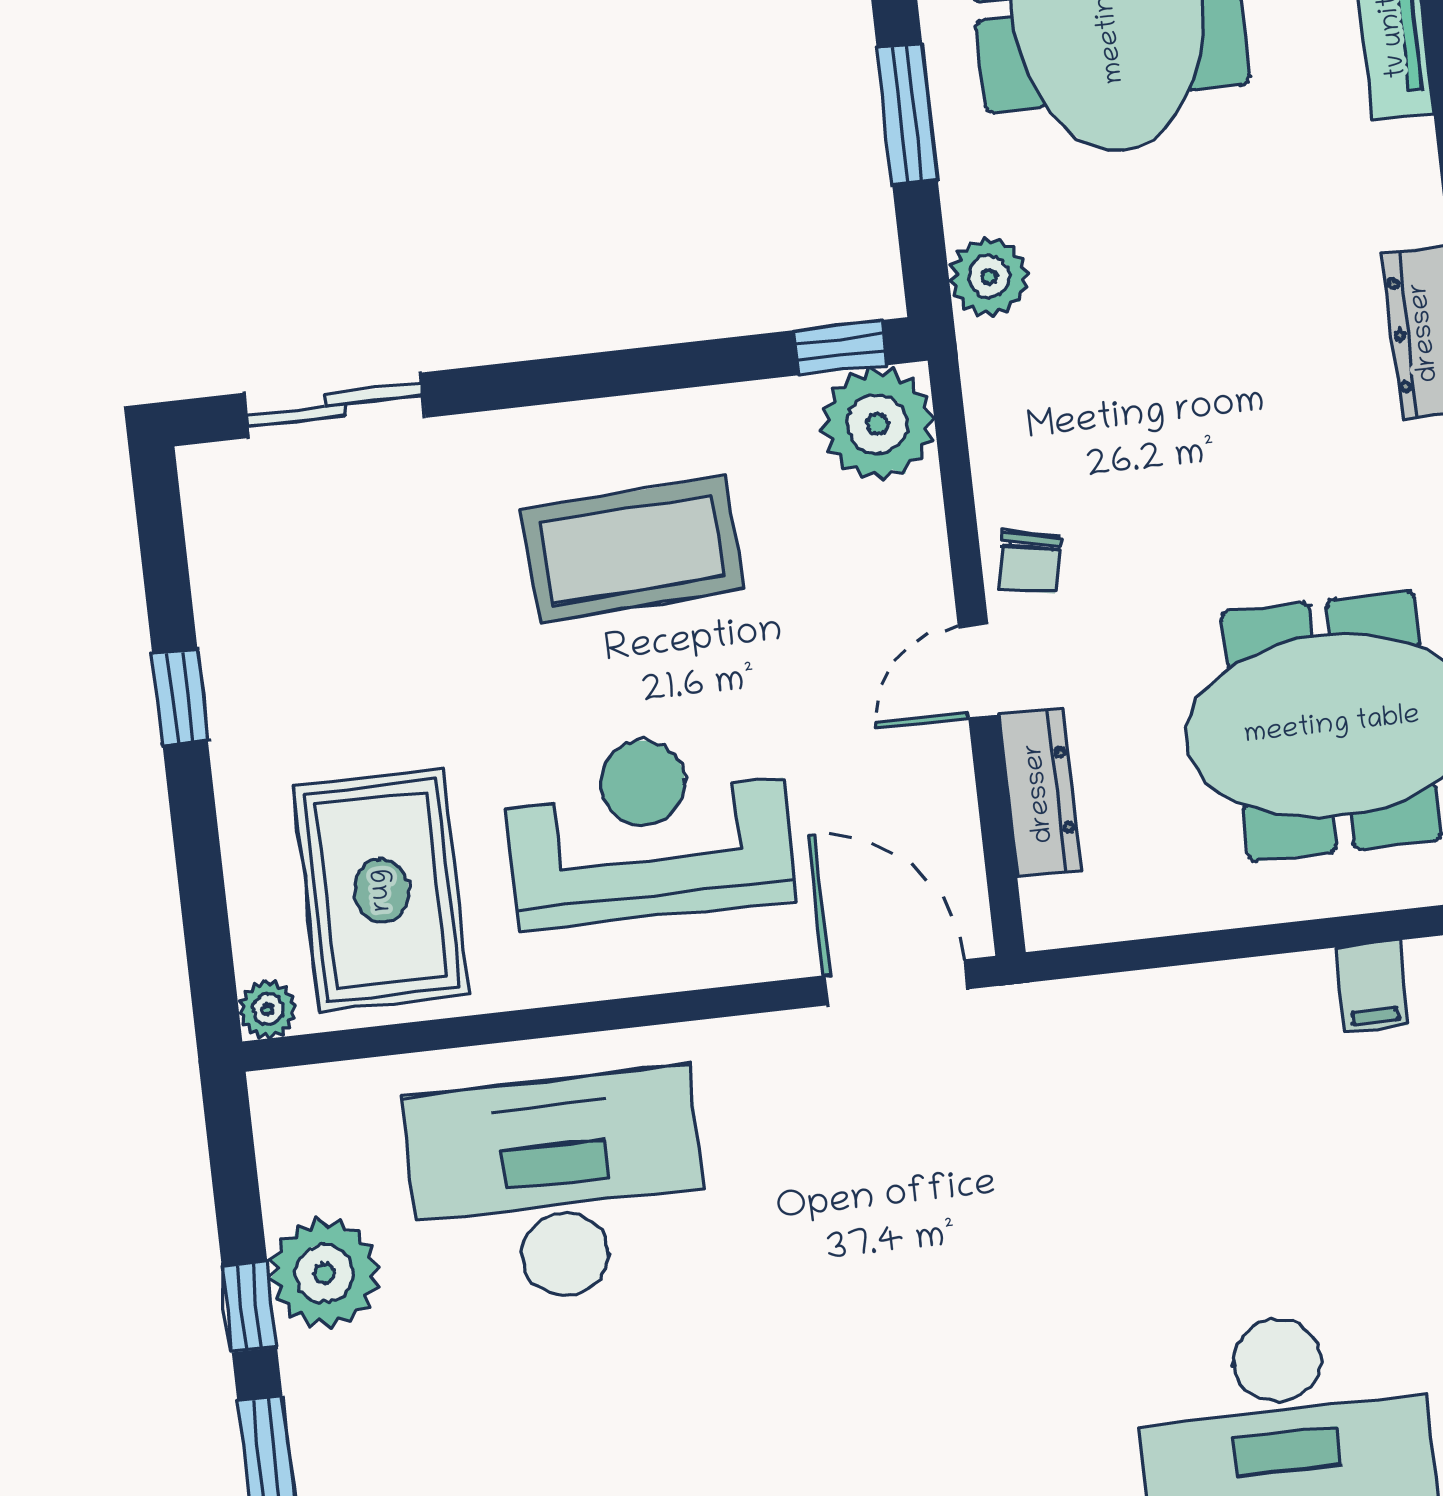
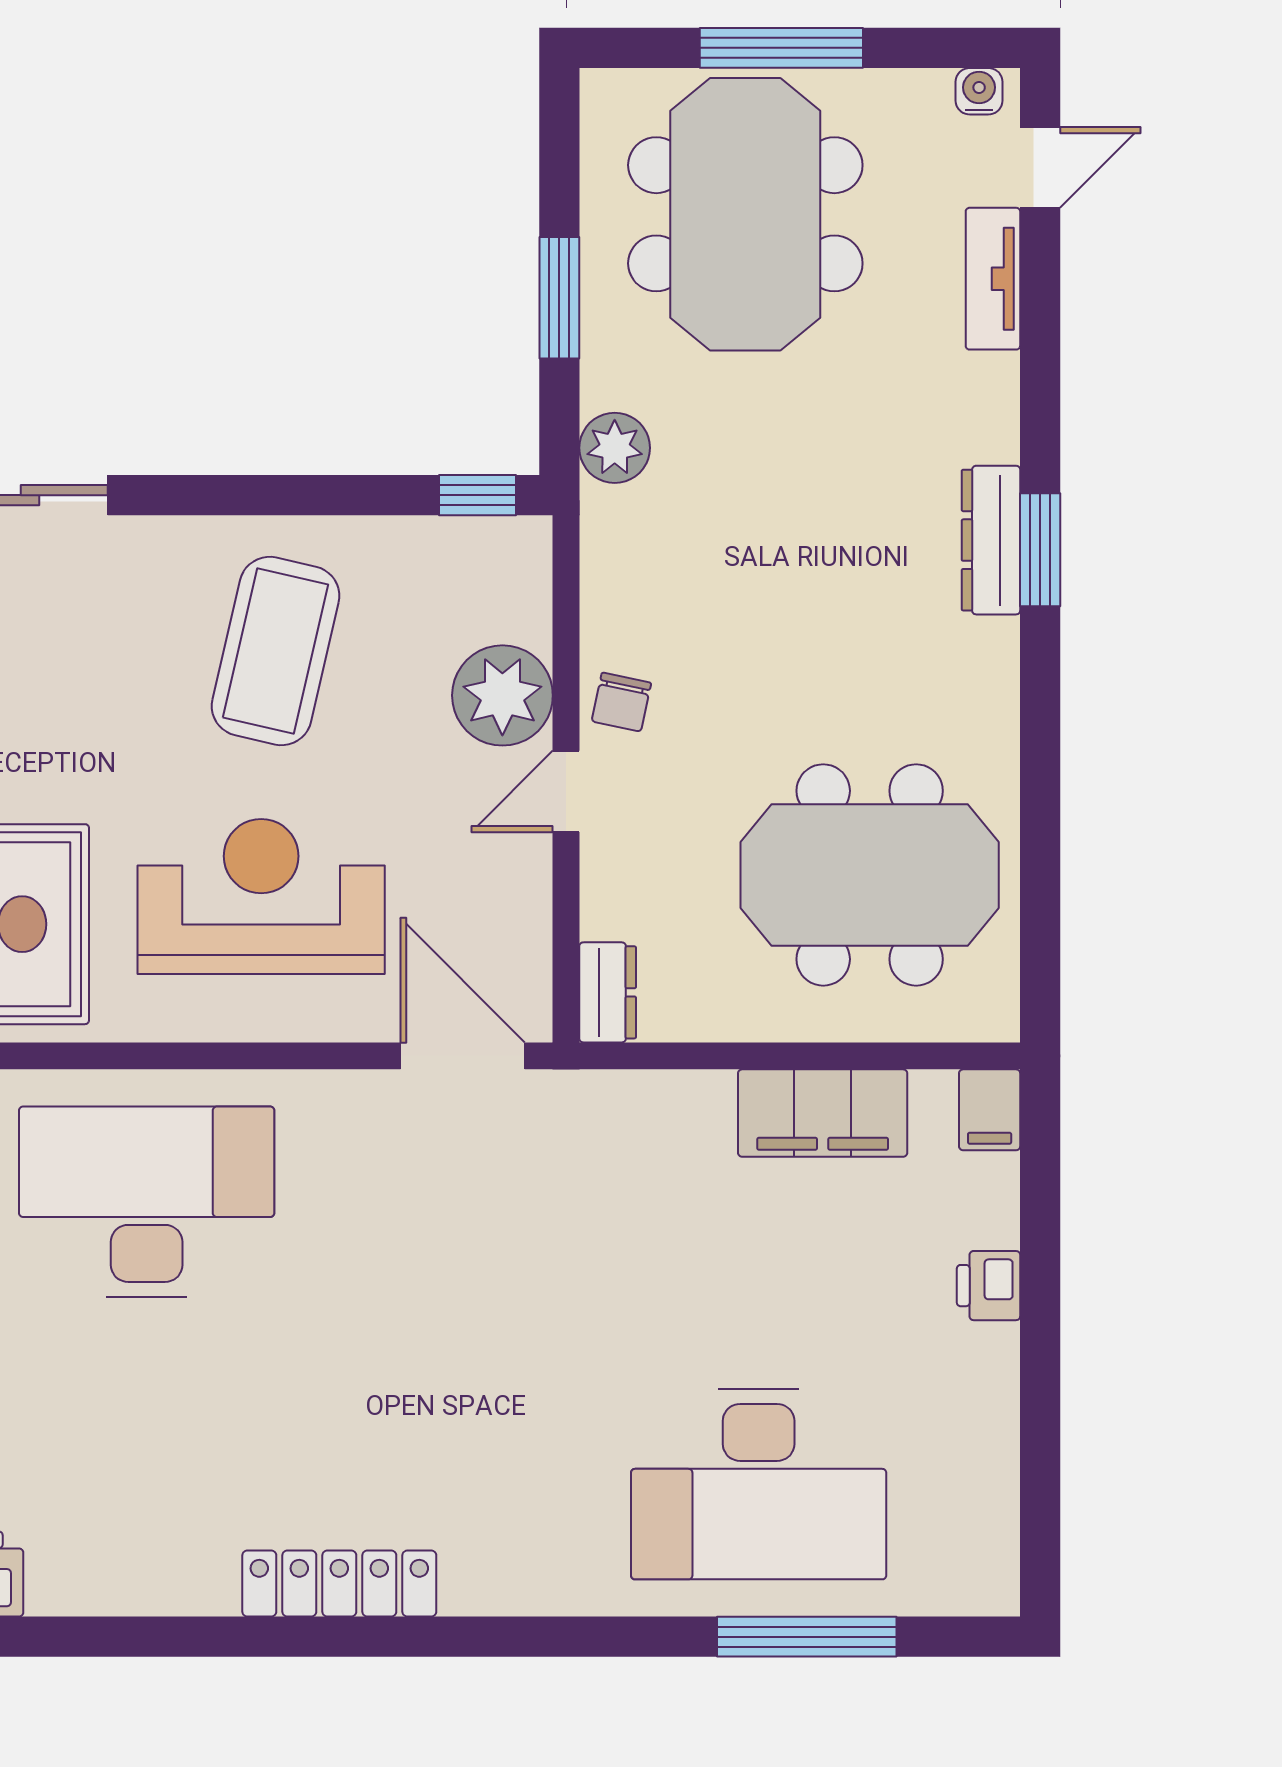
plant: (877, 424) -> (502, 695), moved
coffee table: (632, 550) -> (276, 651), turned -74
dresser: (1040, 793) -> (608, 992), moved, width x0.70
filing cabinet: (1372, 986) -> (823, 1113), width x3.00, depth x1.17

